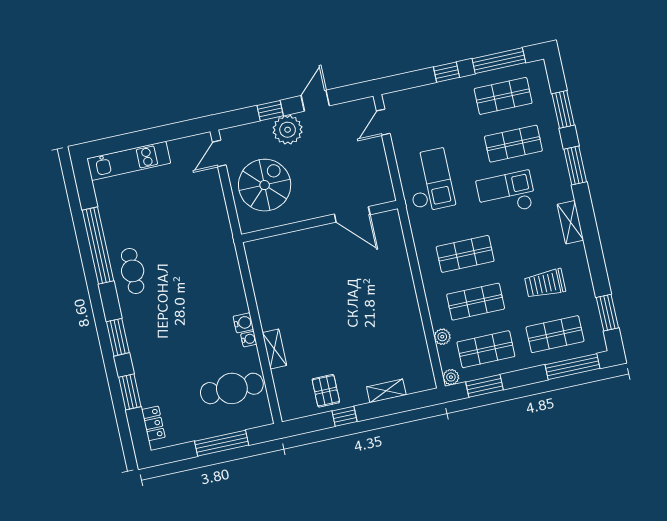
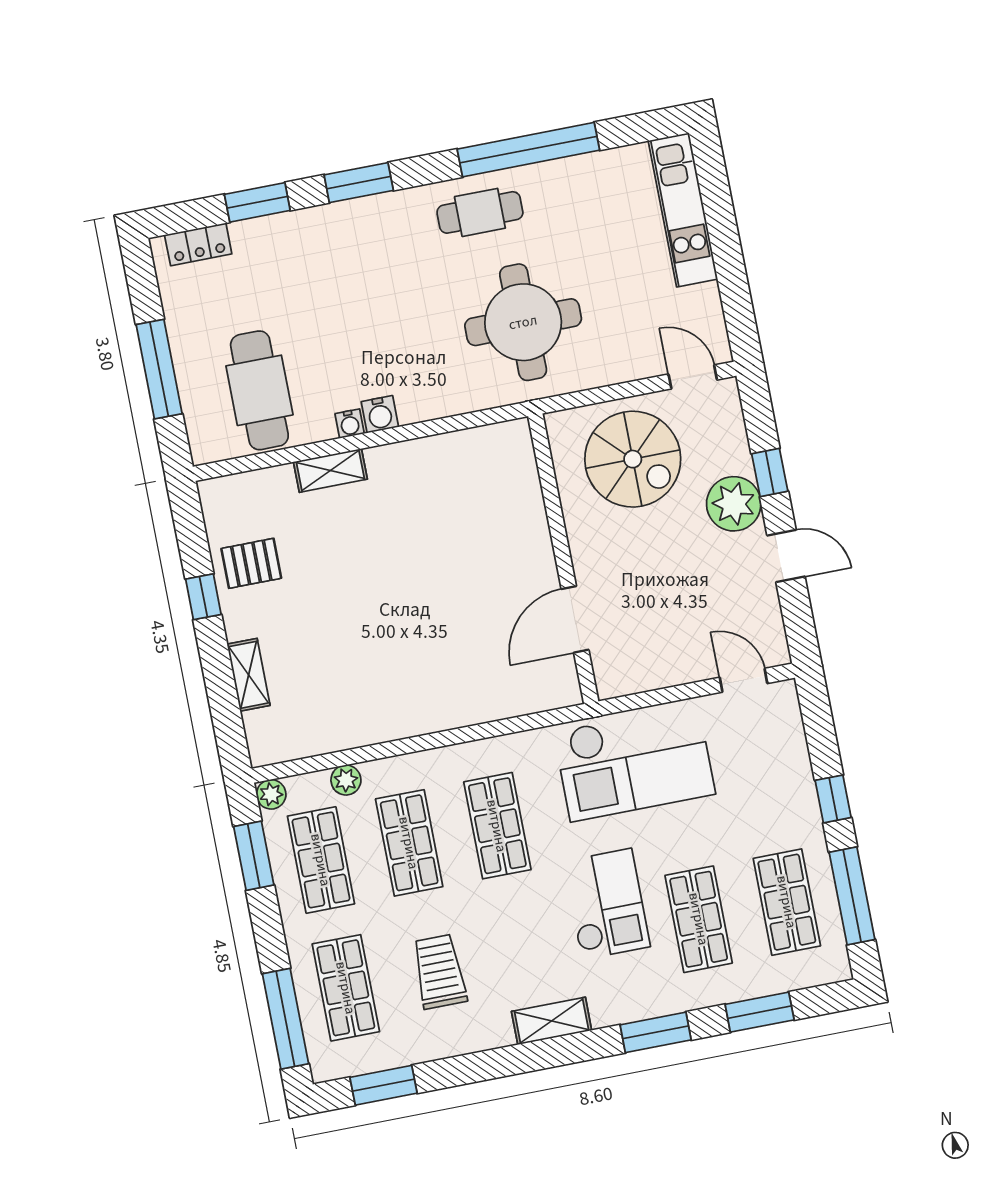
checkout: (429, 180) -> (634, 763), width x1.36, depth x1.21
round table: (192, 246) -> (523, 322), added

